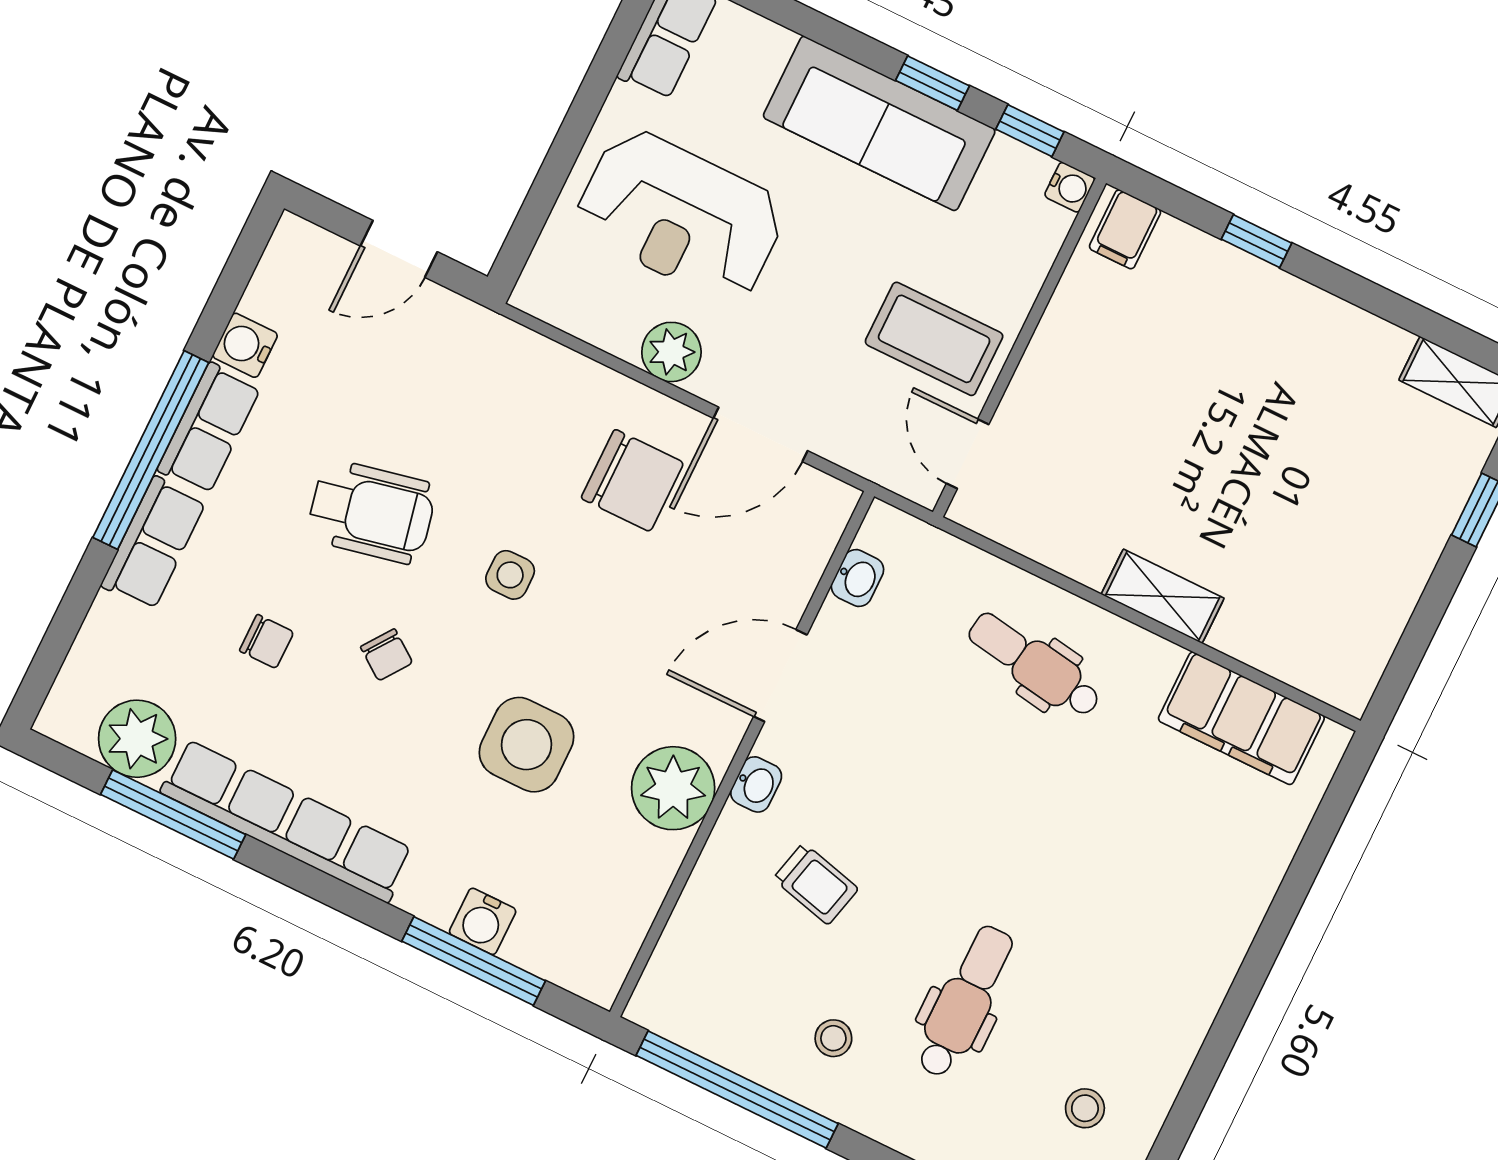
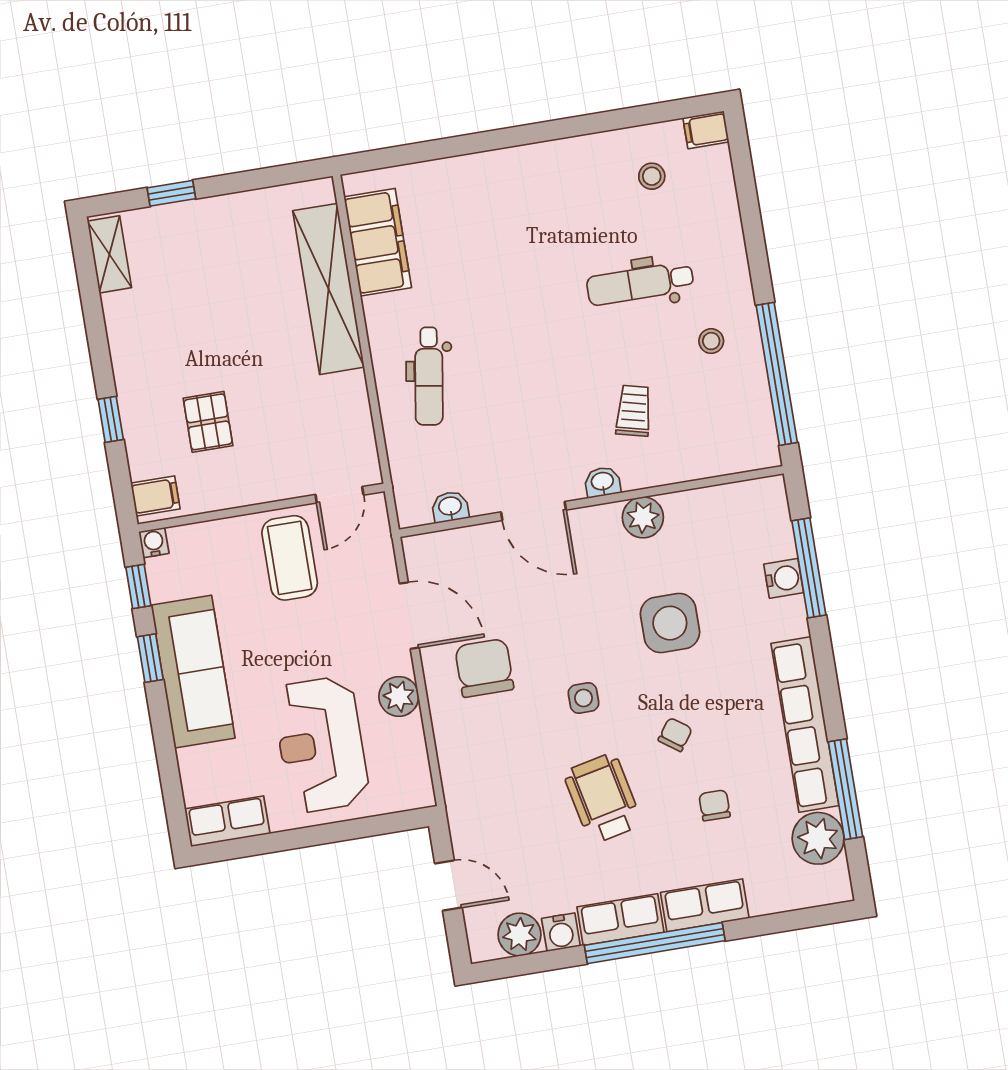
reception desk: (680, 216) -> (321, 744), turned 180
plant: (278, 293) -> (520, 935), added
pallet: (1170, 357) -> (208, 422), added
shelving: (1163, 596) -> (329, 289), width x2.20, depth x1.33
plant: (673, 788) -> (643, 517), width x0.73, depth x0.73

